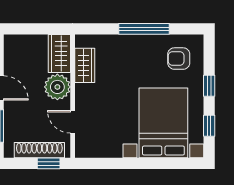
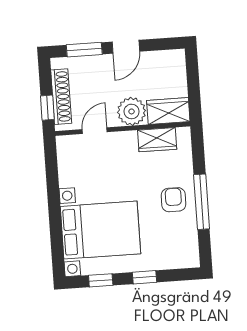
armchair: (179, 59) -> (173, 200), moved

